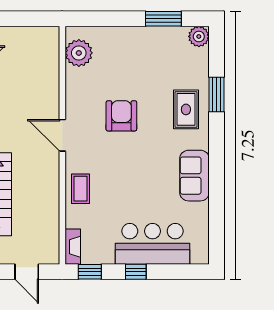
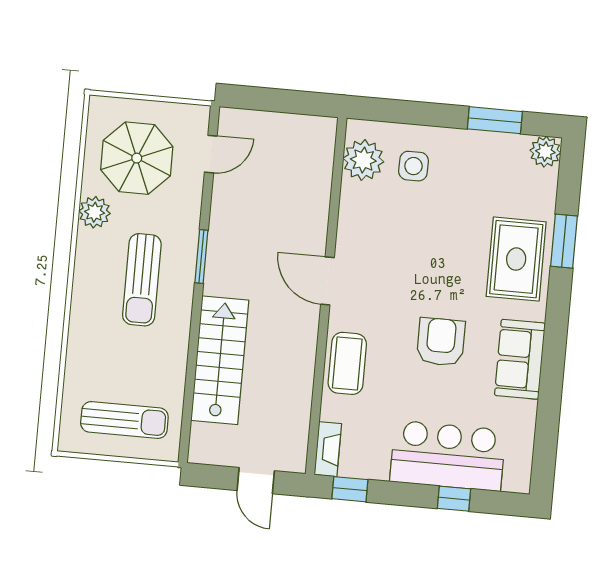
side table: (112, 54) -> (413, 166), added
rug: (186, 109) -> (516, 259), width x1.36, depth x1.43
armchair: (121, 116) -> (441, 342), moved
coffee table: (80, 189) -> (347, 363), width x1.36, depth x1.30
window: (136, 272) -> (454, 499), moved

